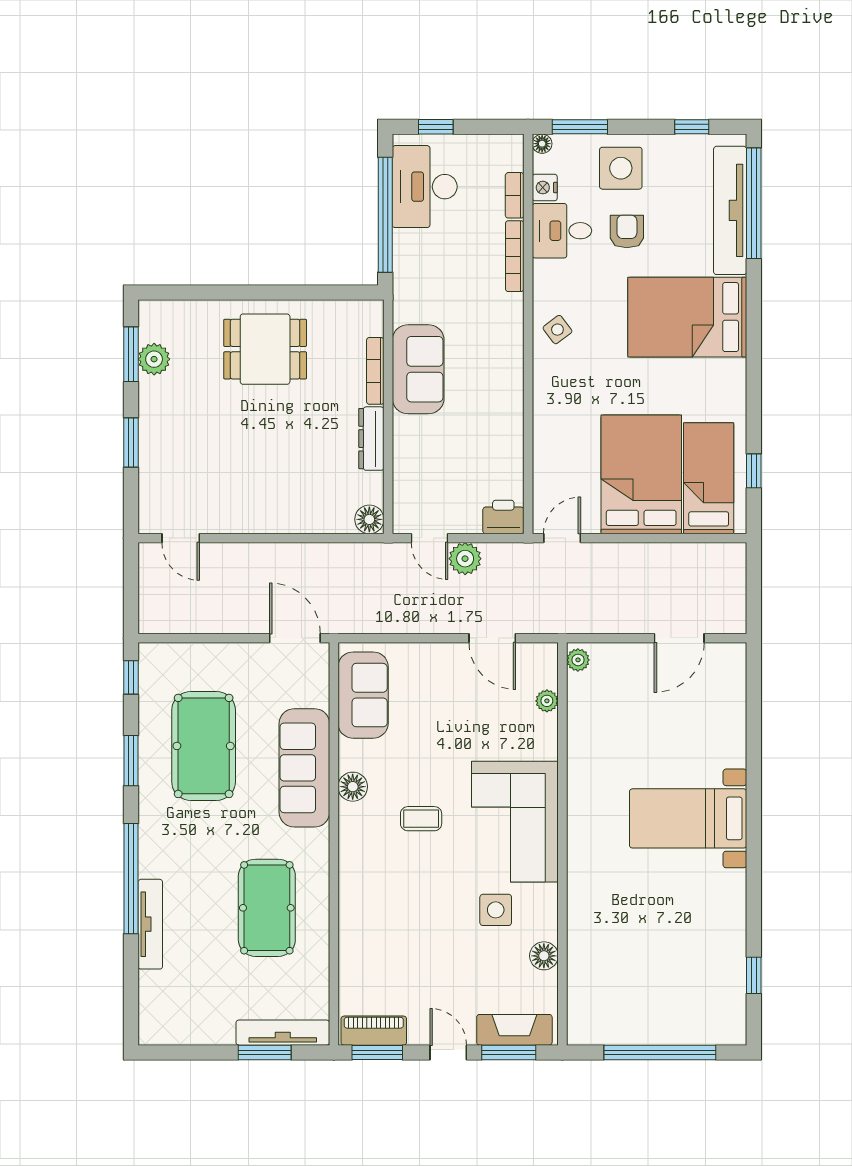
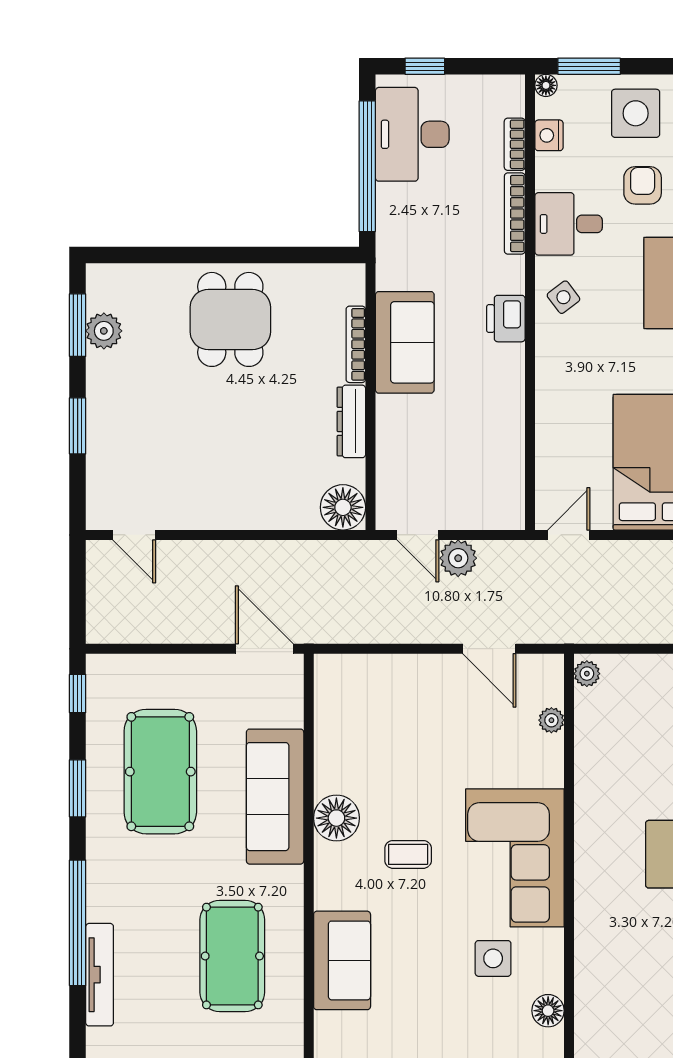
desk: (562, 231) -> (569, 224), moved
dining table: (265, 349) -> (230, 319), turned 90
printer: (503, 517) -> (506, 319), moved, turned -90
floor lamp: (369, 519) -> (343, 507), width x1.38, depth x1.38
sofa: (363, 695) -> (342, 960), moved
floor lamp: (353, 787) -> (336, 818), width x1.38, depth x1.38

